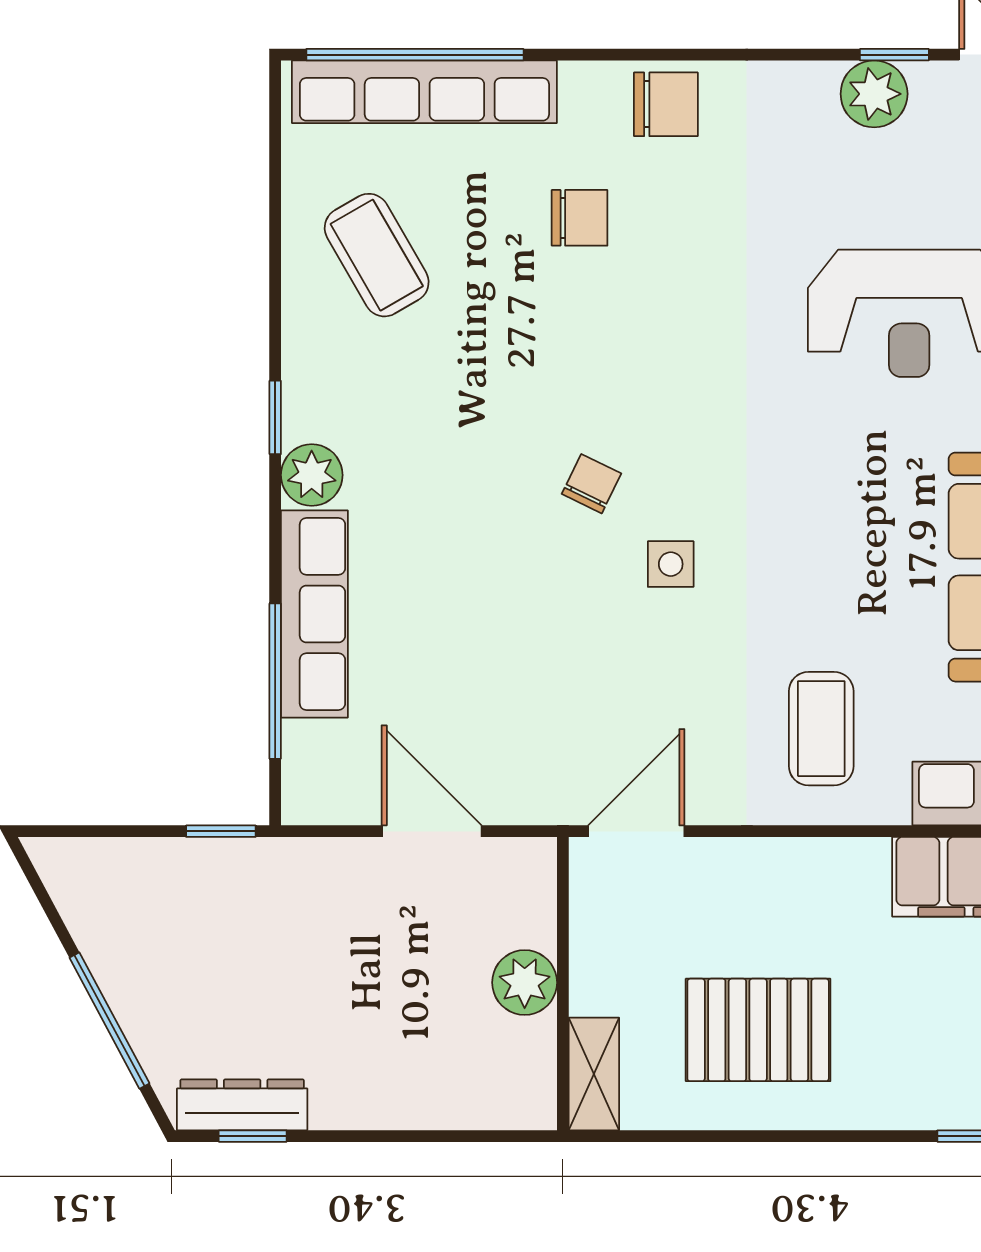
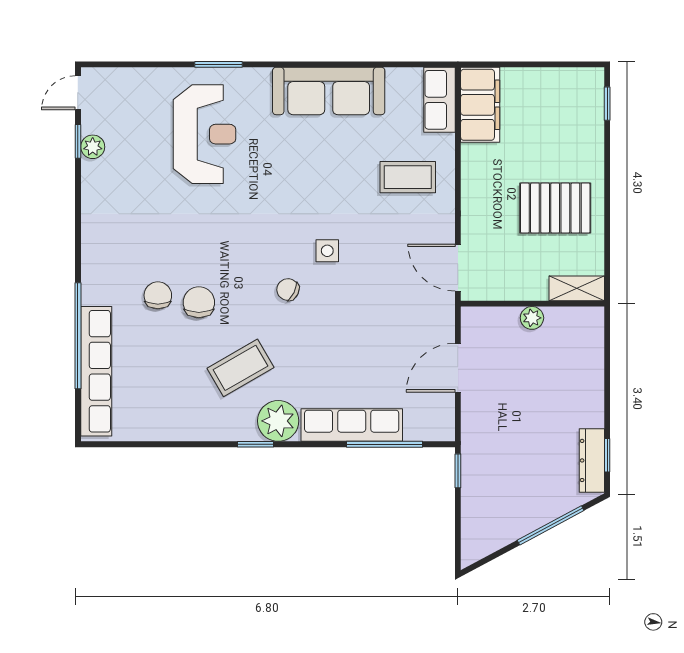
window: (415, 55) -> (78, 336), moved
plant: (874, 94) -> (93, 147), width x0.73, depth x0.73
chair: (666, 104) -> (199, 302), moved
coffee table: (377, 255) -> (240, 368), moved
plant: (312, 475) -> (278, 421), width x1.36, depth x1.36
plant: (525, 983) -> (532, 318), width x0.73, depth x0.73
pallet: (758, 1030) -> (555, 208), turned 90

